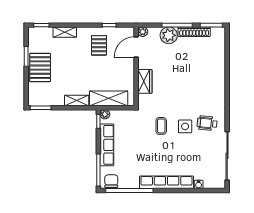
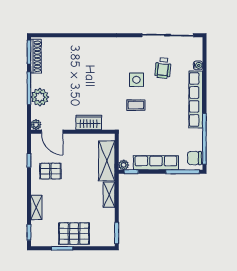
shoe rack: (194, 32) -> (36, 56), moved
wheelchair: (207, 123) -> (163, 68), moved

